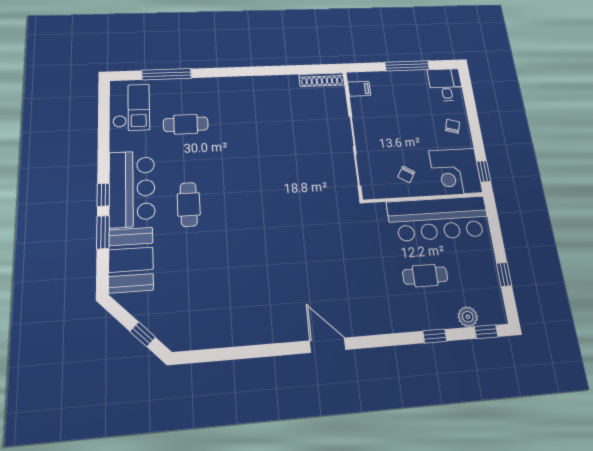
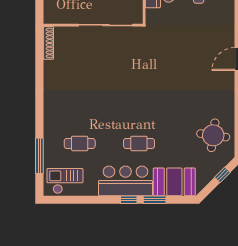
filing cabinet: (359, 89) -> (57, 16), removed
cafe table: (186, 124) -> (80, 143), turned 90
round table: (206, 315) -> (213, 135), added

